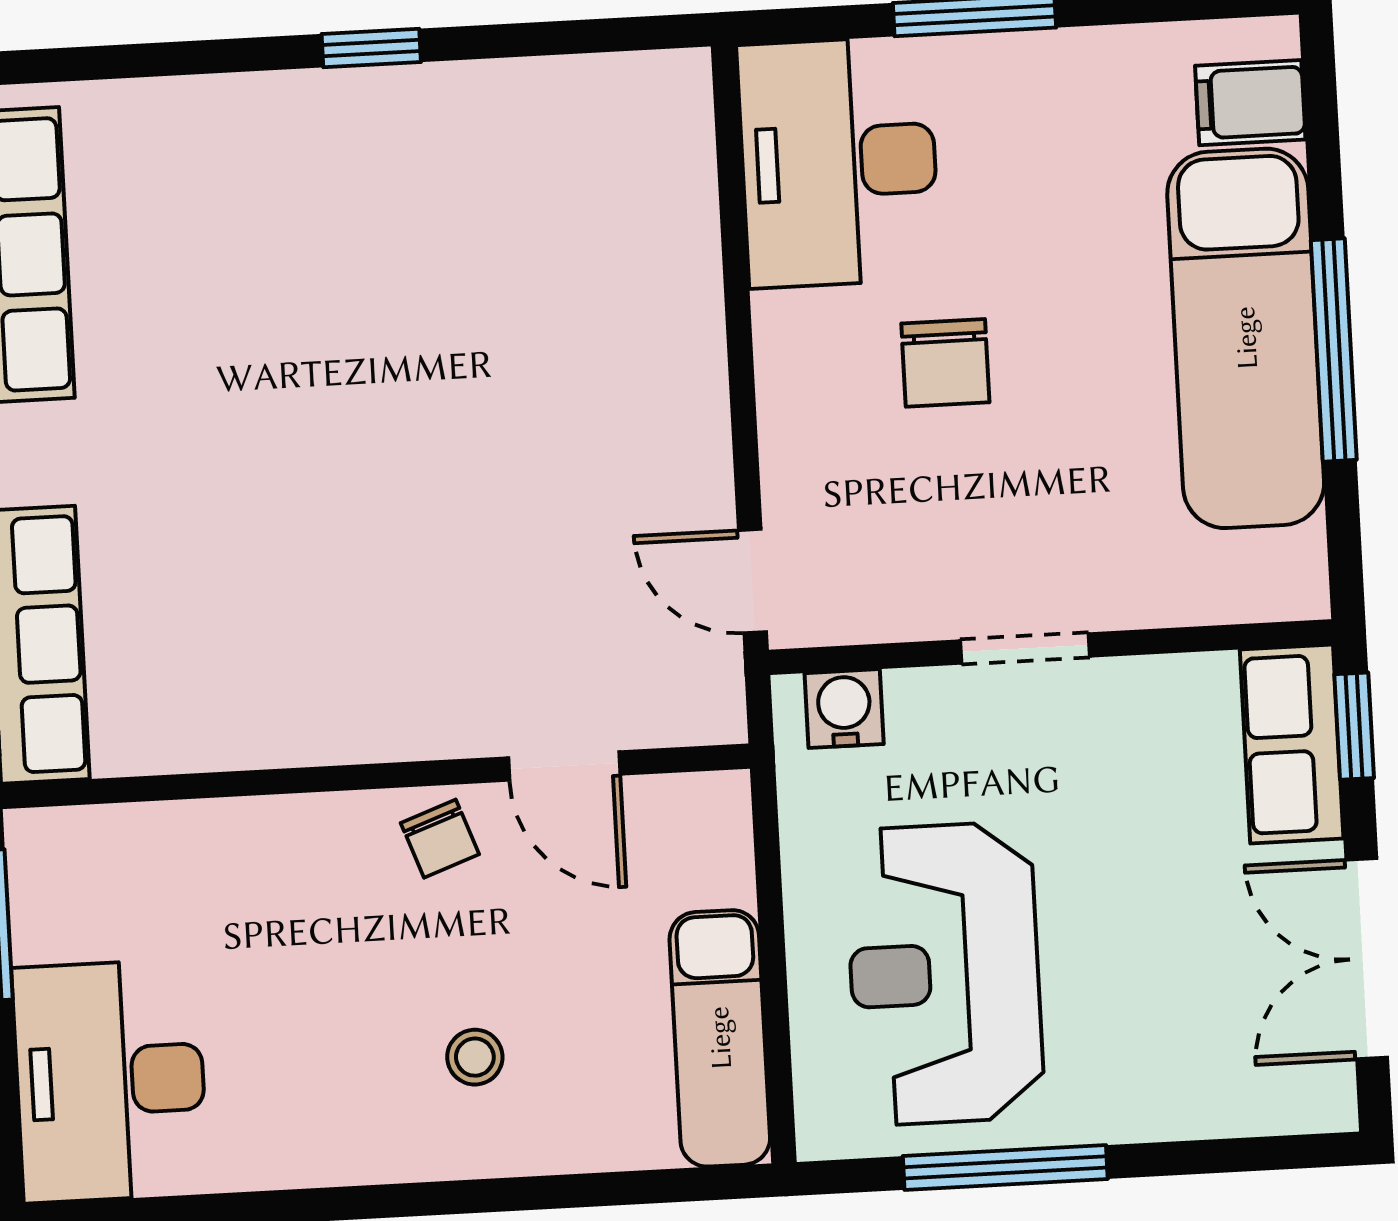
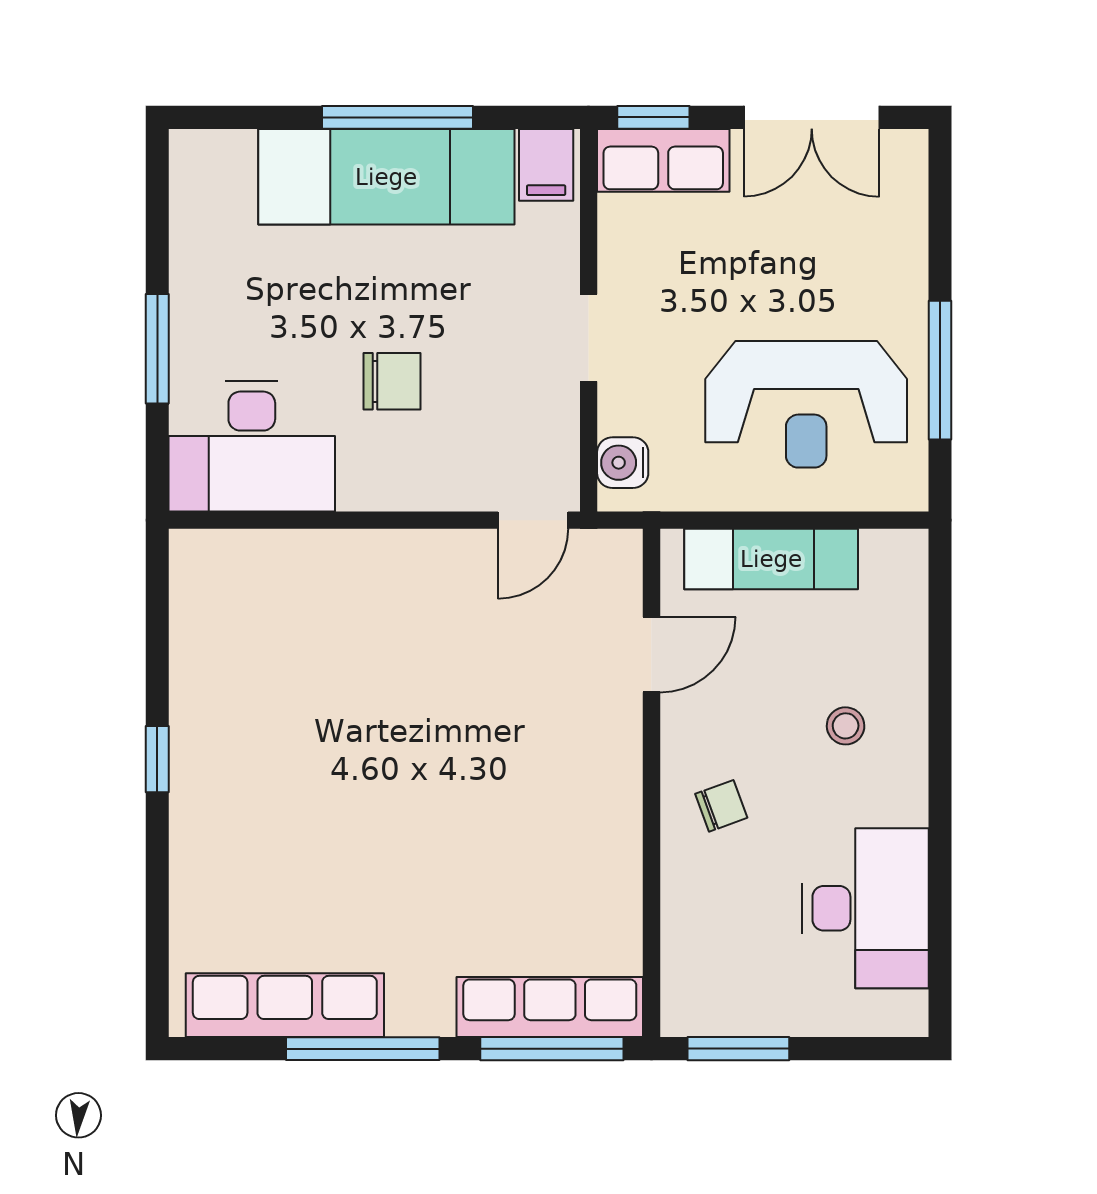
filing cabinet: (1250, 103) -> (546, 165), moved
chair: (440, 839) -> (721, 806), moved
exam couch: (720, 1038) -> (771, 559), moved
desk: (110, 1081) -> (865, 908), moved, turned -90

